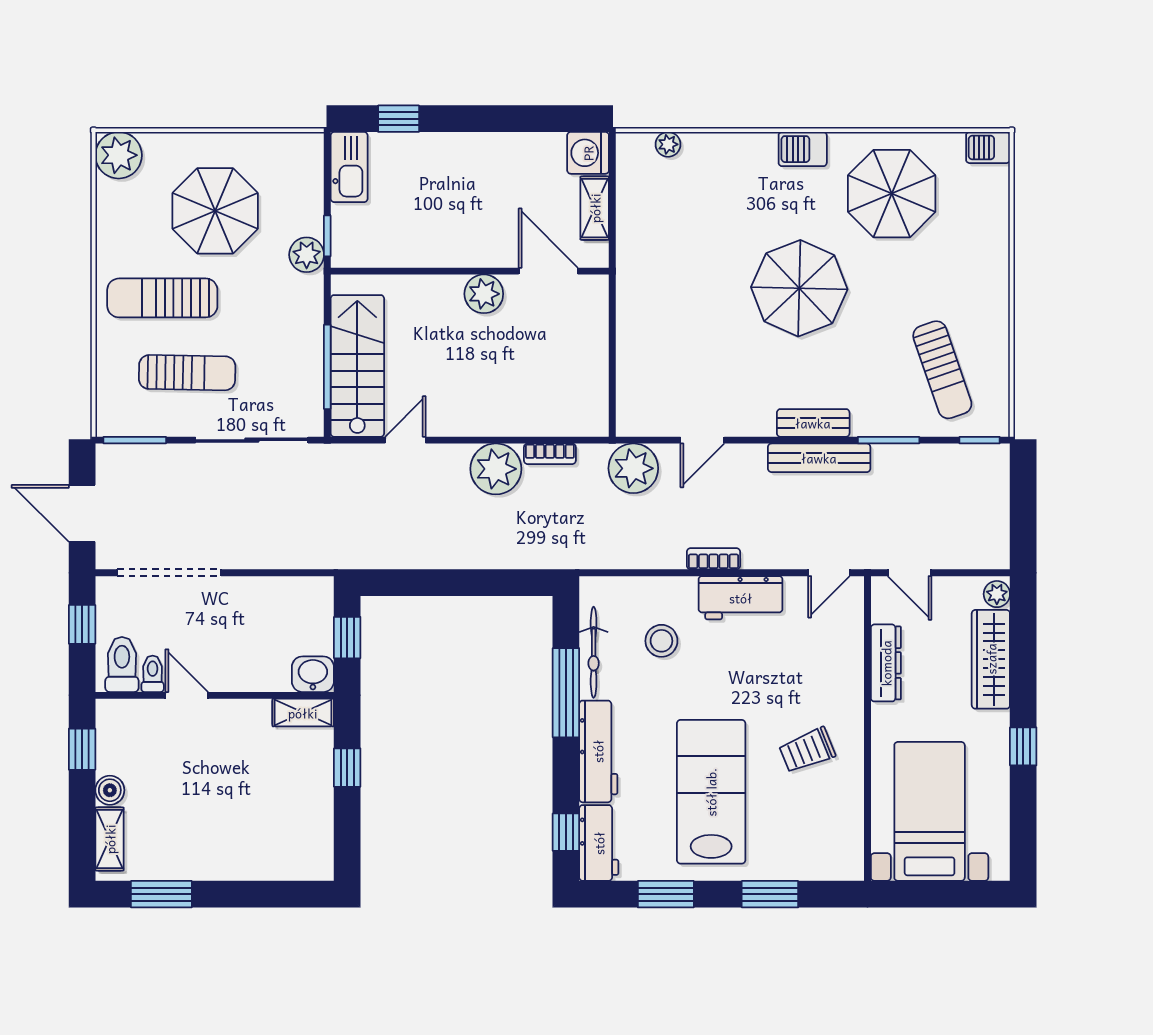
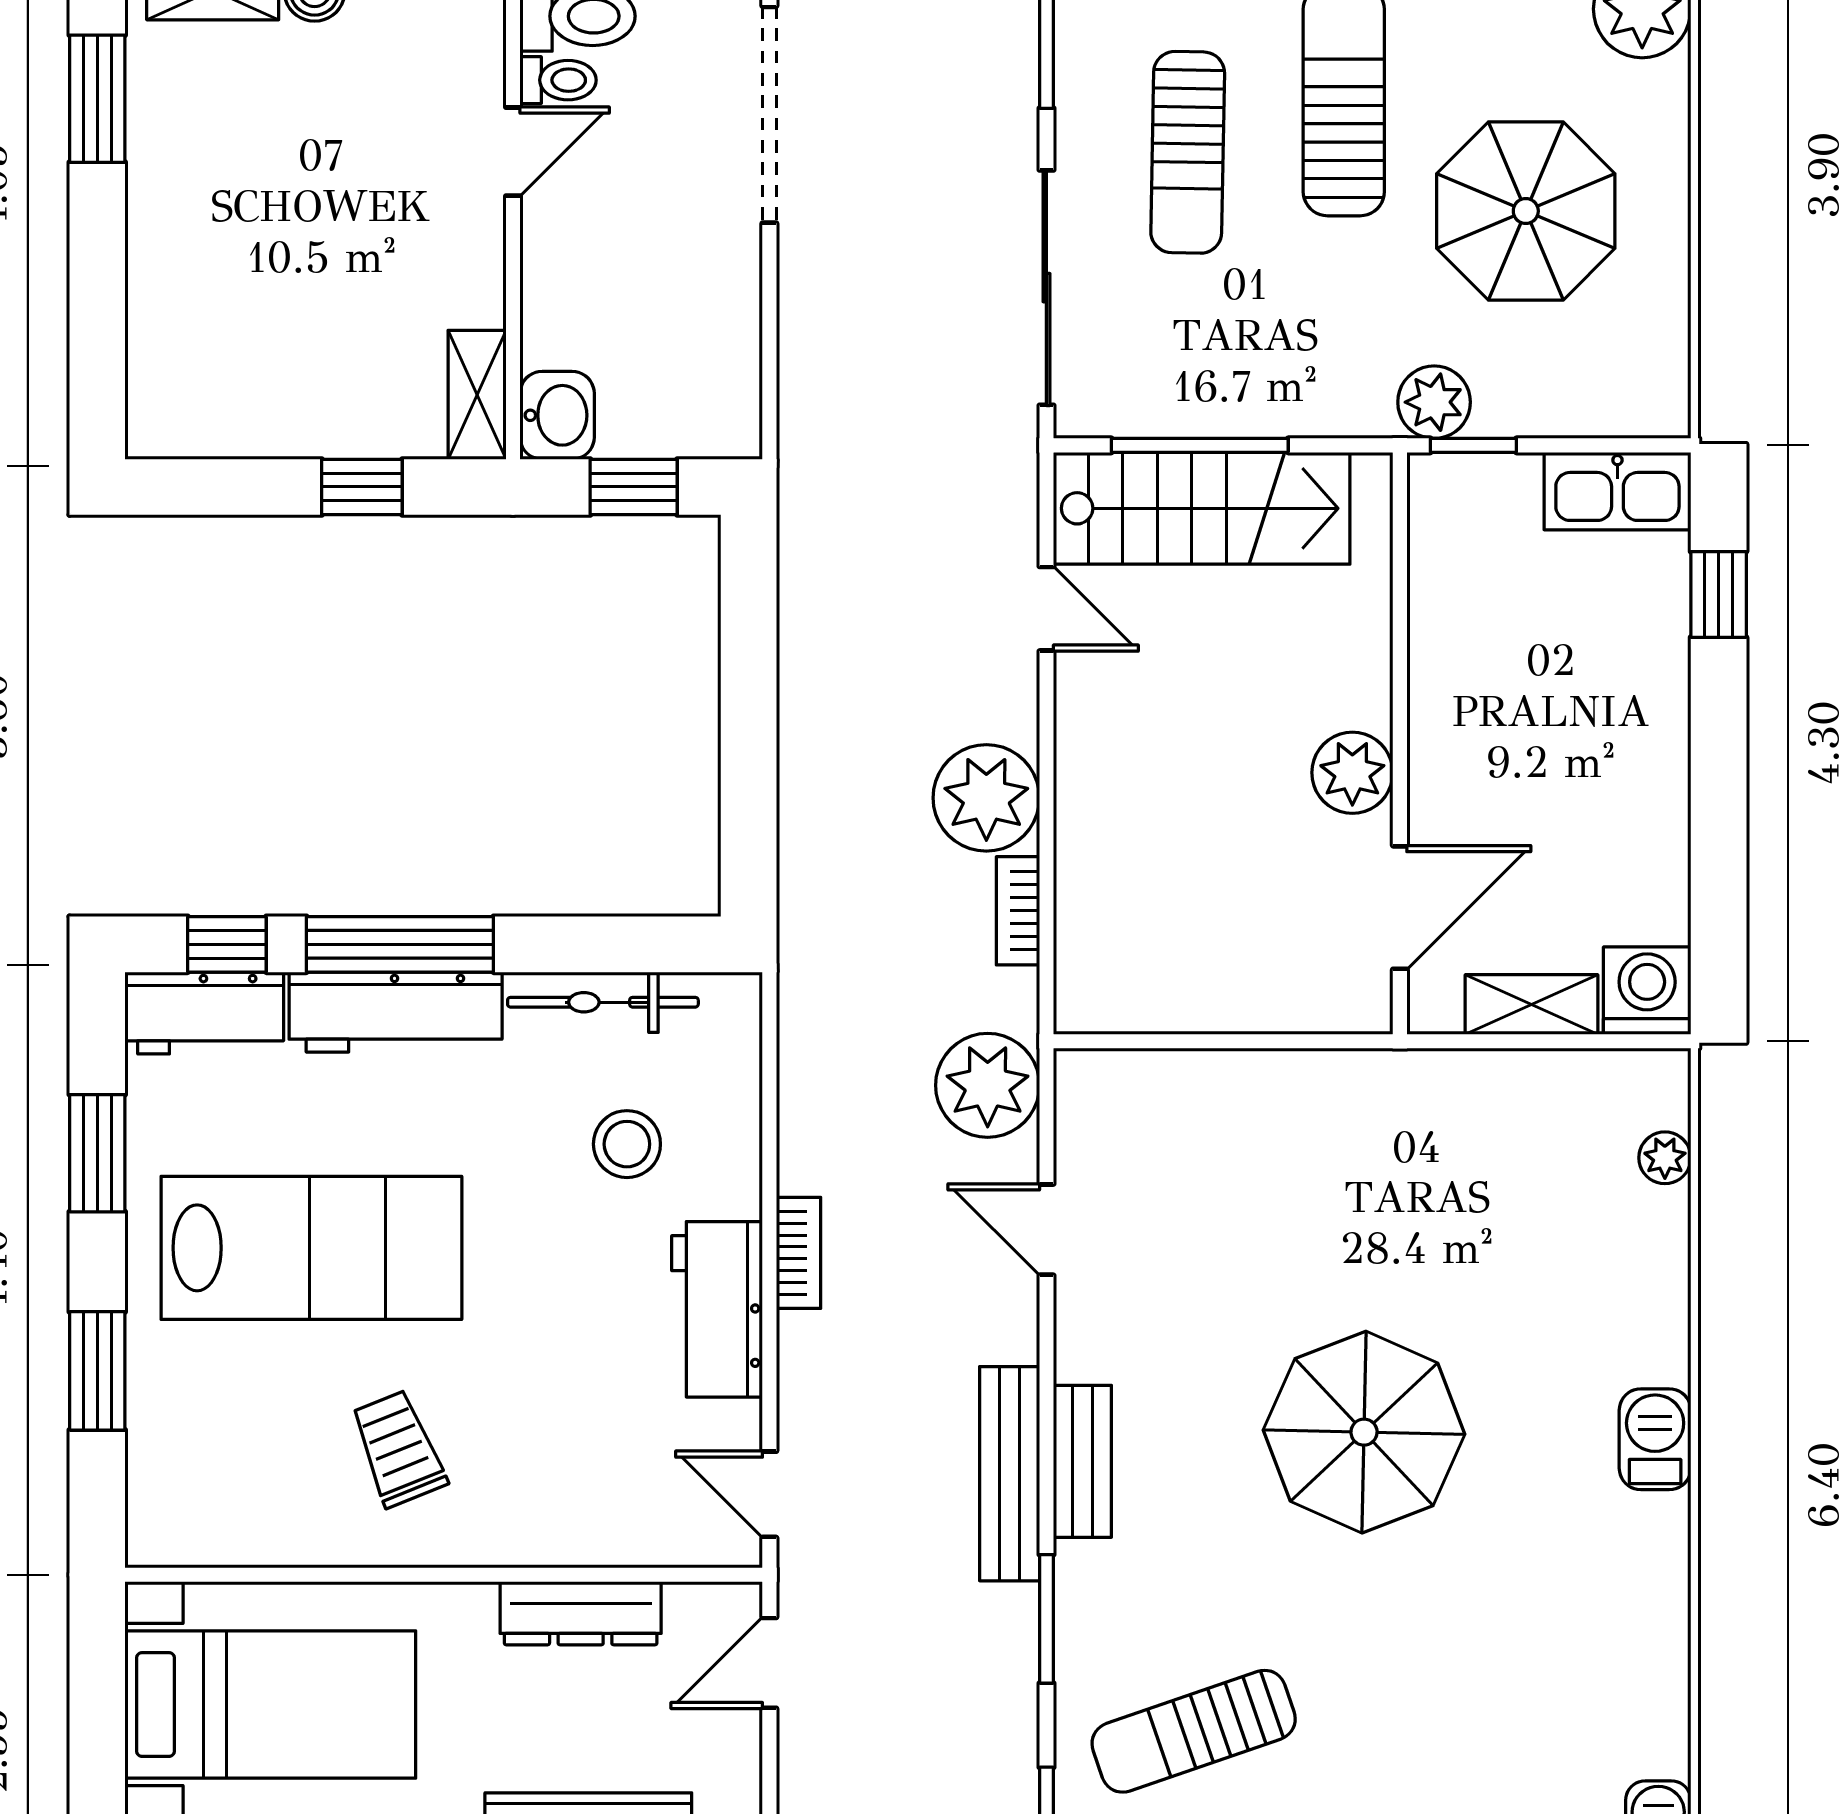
parasol: (892, 194) -> (1562, 1625), removed
window: (566, 693) -> (400, 944), moved

